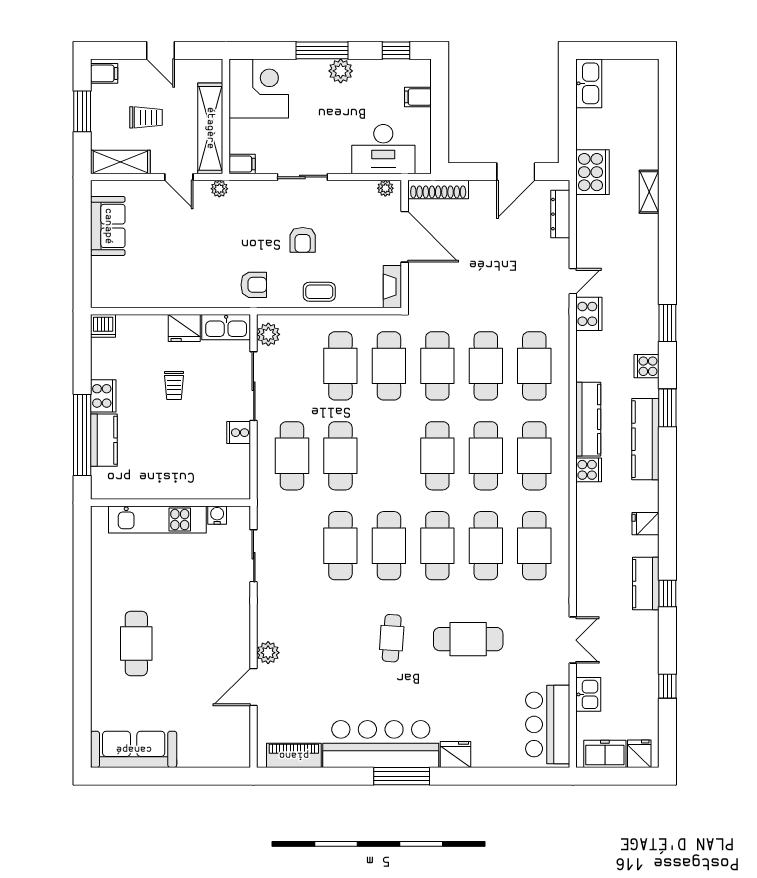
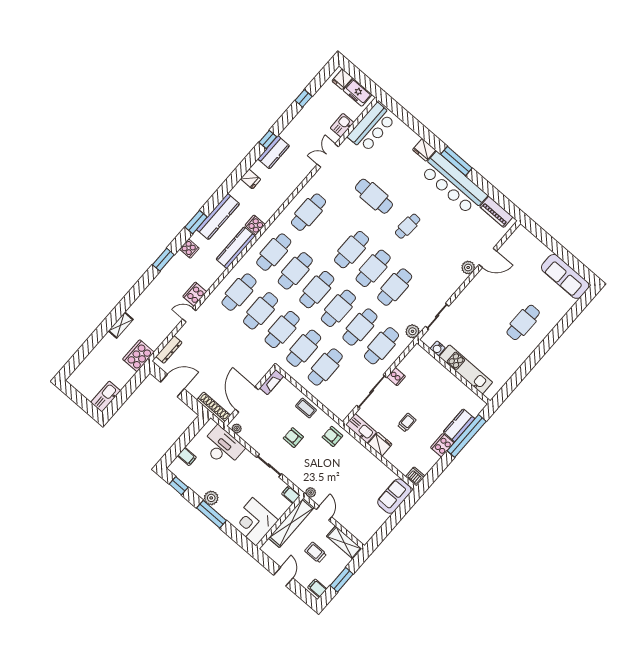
sofa: (108, 226) -> (394, 496), moved
armchair: (303, 240) -> (293, 438), turned -90
plant: (268, 334) -> (412, 331), moved
cafe table: (486, 546) -> (338, 308), moved

